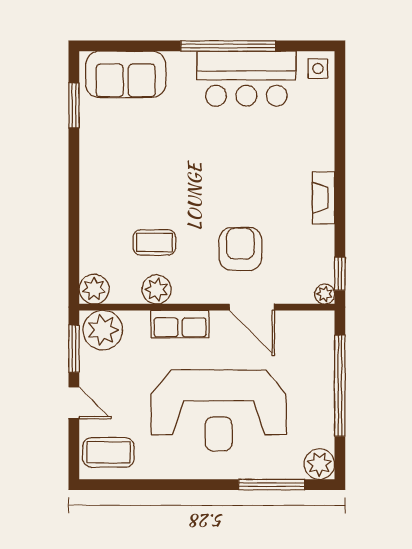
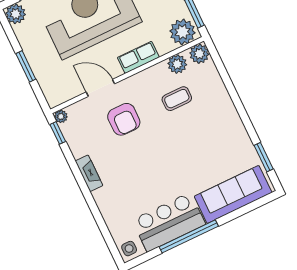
sofa: (126, 74) -> (233, 194), width x1.36
plant: (157, 289) -> (177, 64), moved
window: (340, 386) -> (26, 66), width x0.47

